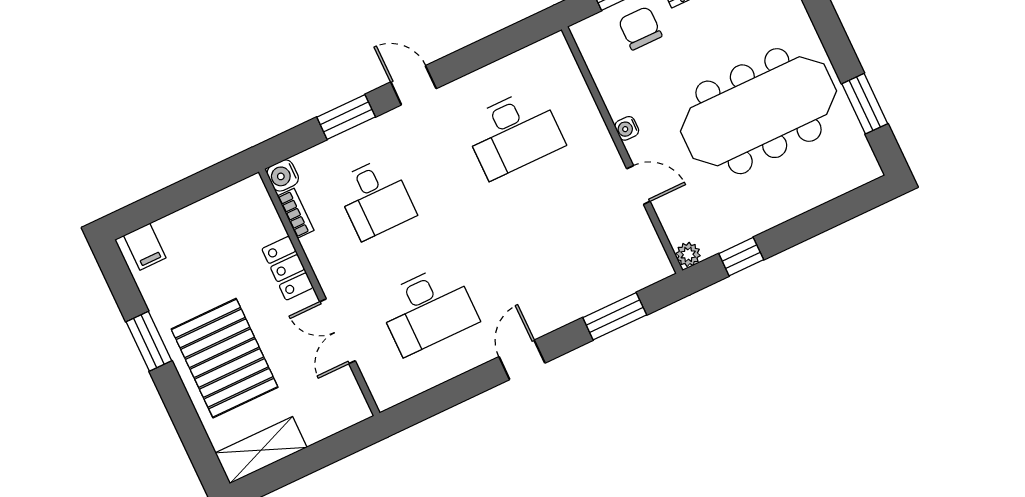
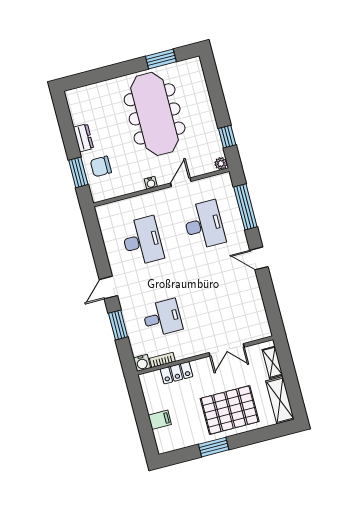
filing cabinet: (145, 247) -> (160, 420), moved
locker: (288, 268) -> (176, 373), moved
desk: (428, 309) -> (204, 225), moved
window: (615, 316) -> (245, 207), width x1.44
shelving: (330, 422) -> (272, 362), added

